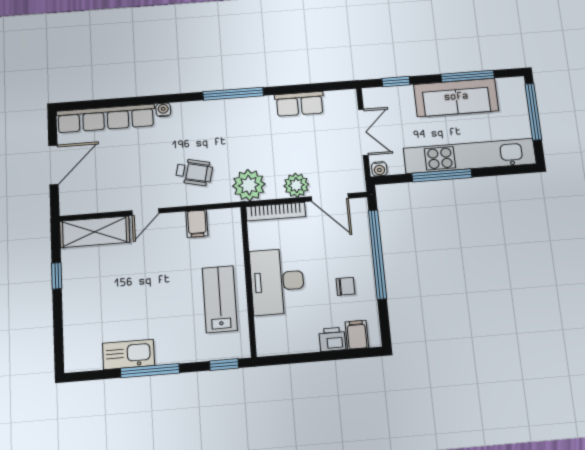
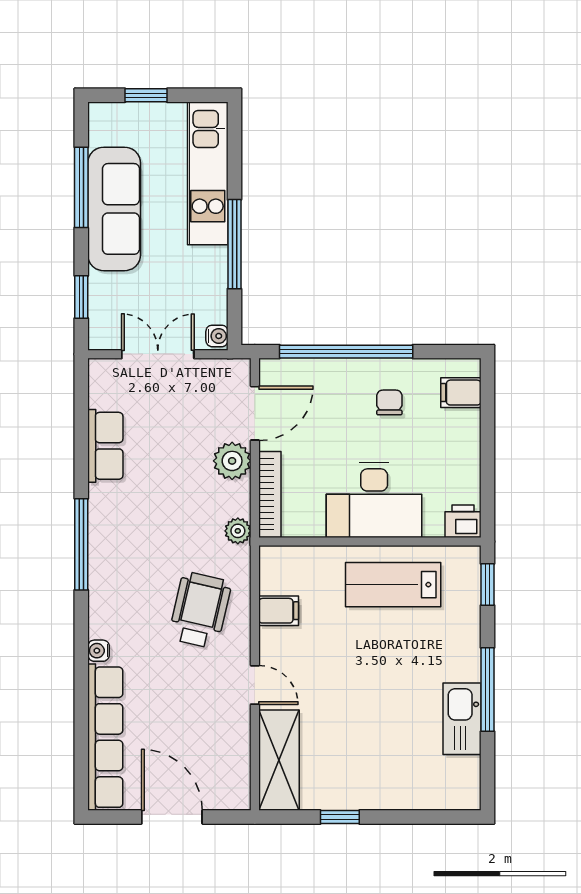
window: (533, 112) -> (146, 95), width x0.46
kitchen unit: (470, 156) -> (208, 173), width x0.73
wheelchair: (194, 172) -> (200, 610), width x1.36, depth x1.37
plant: (249, 185) -> (238, 531), width x0.53, depth x0.53
printer: (332, 339) -> (463, 521), moved, turned 90

